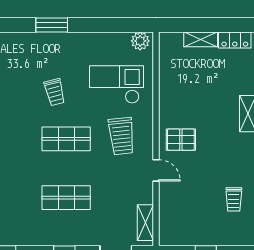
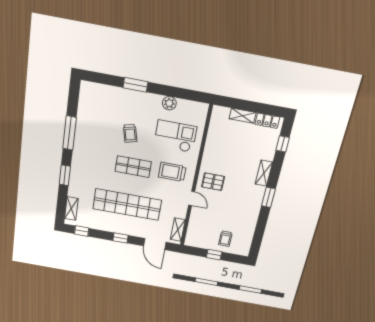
plant: (140, 41) -> (169, 103), moved
trolley: (121, 136) -> (172, 172), turned 96
shop shelf: (66, 198) -> (127, 205), width x2.00, depth x1.36
trolley: (234, 199) -> (225, 239), moved

